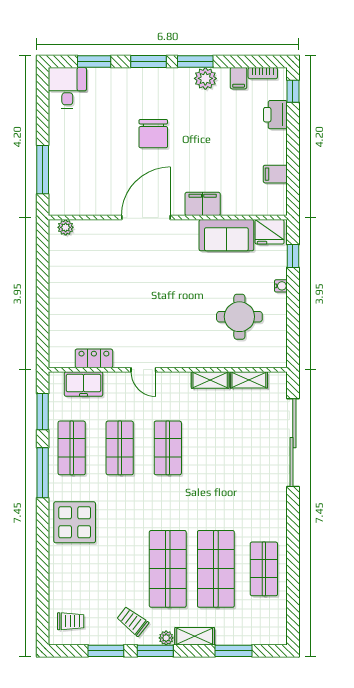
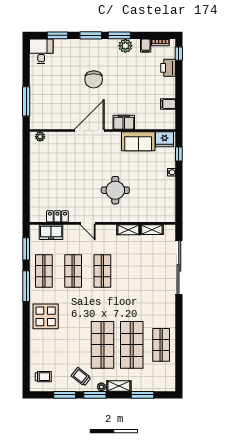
round table: (239, 317) -> (115, 190), moved

